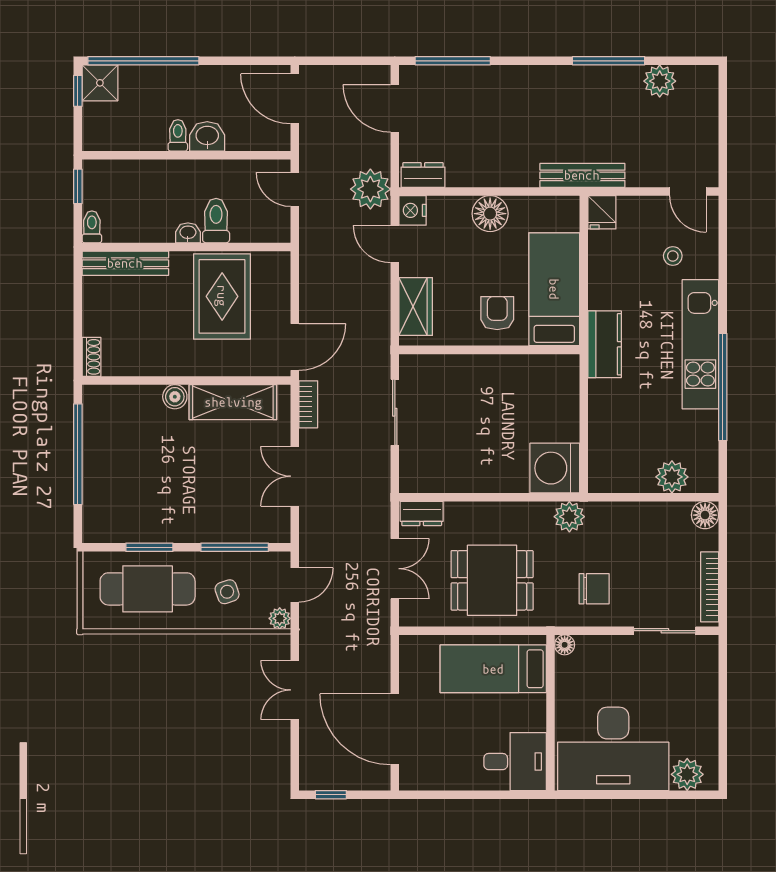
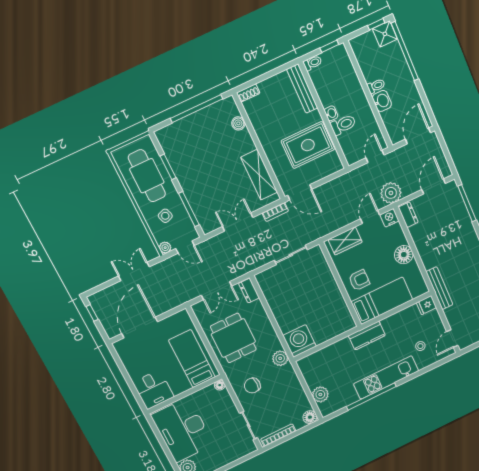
boiler: (175, 397) -> (238, 123), moved
chair: (594, 589) -> (252, 385), turned 90

